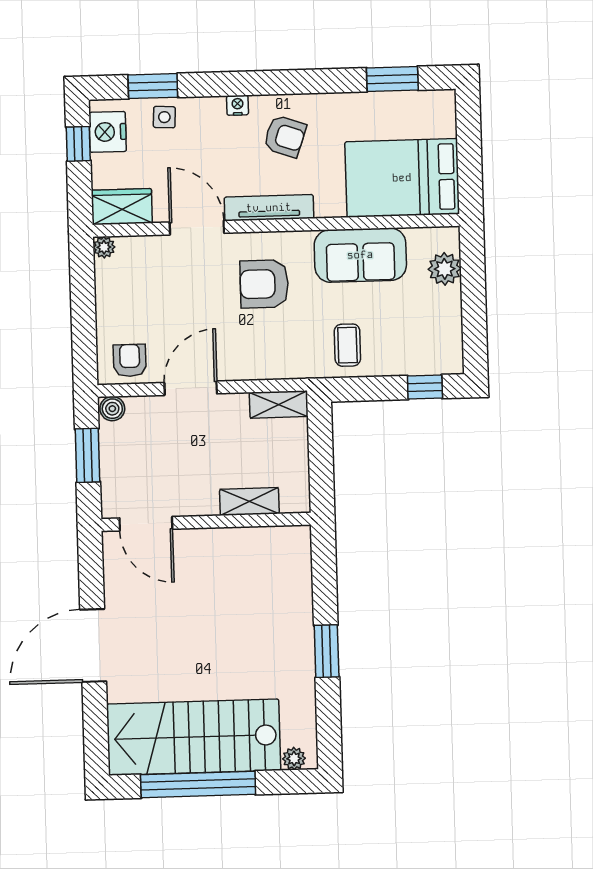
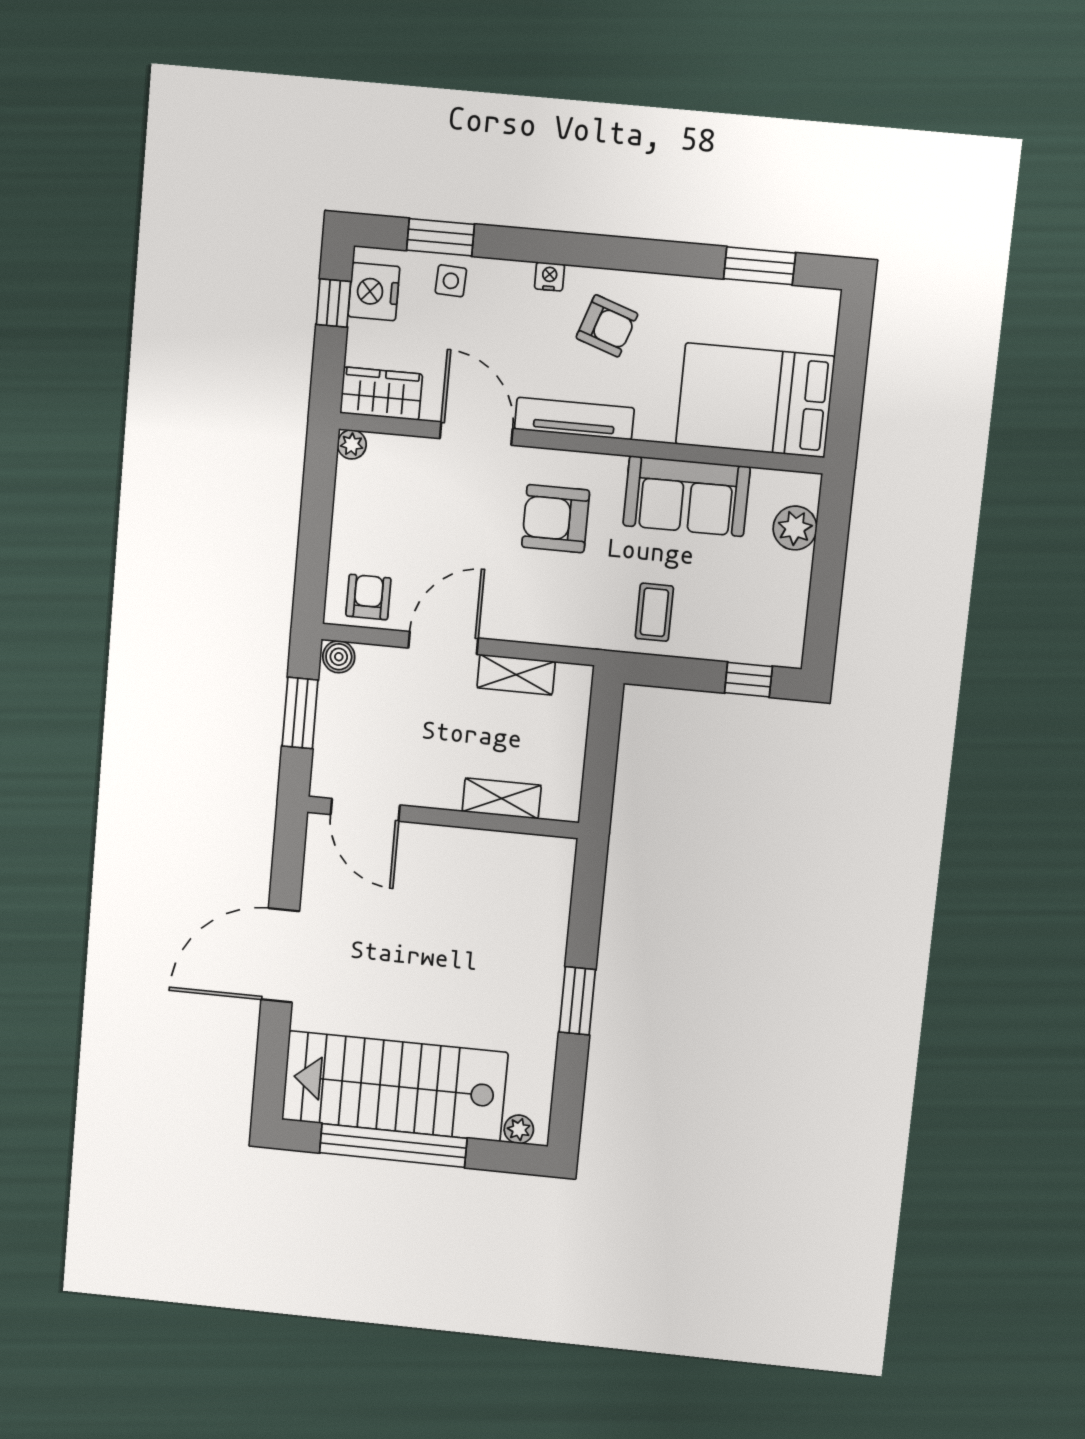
shelving: (279, 404) -> (516, 675), moved

